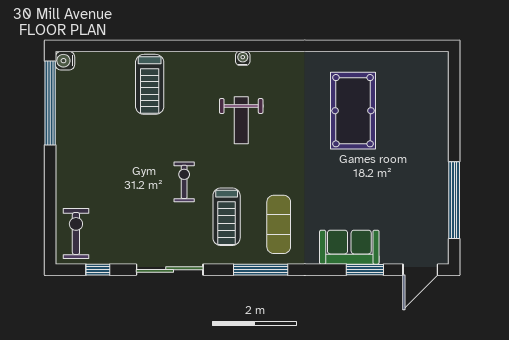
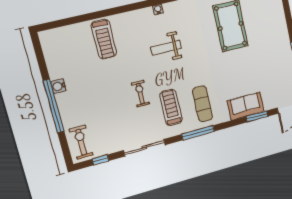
water cooler: (65, 61) -> (58, 86), moved
window: (50, 103) -> (54, 106), moved
weight bench: (241, 120) -> (166, 48), turned 90
treadmill: (227, 217) -> (171, 108), turned 180

